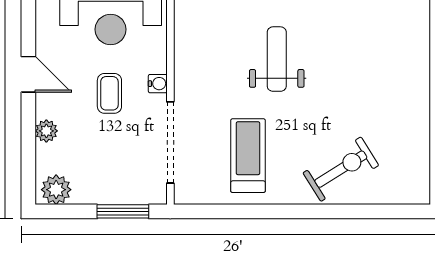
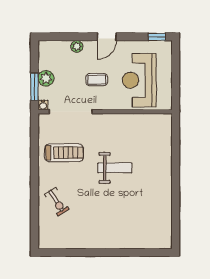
water cooler: (158, 84) -> (43, 105), moved
exercise bike: (341, 169) -> (57, 202), width x0.73, depth x0.72
plant: (56, 190) -> (46, 78), moved

